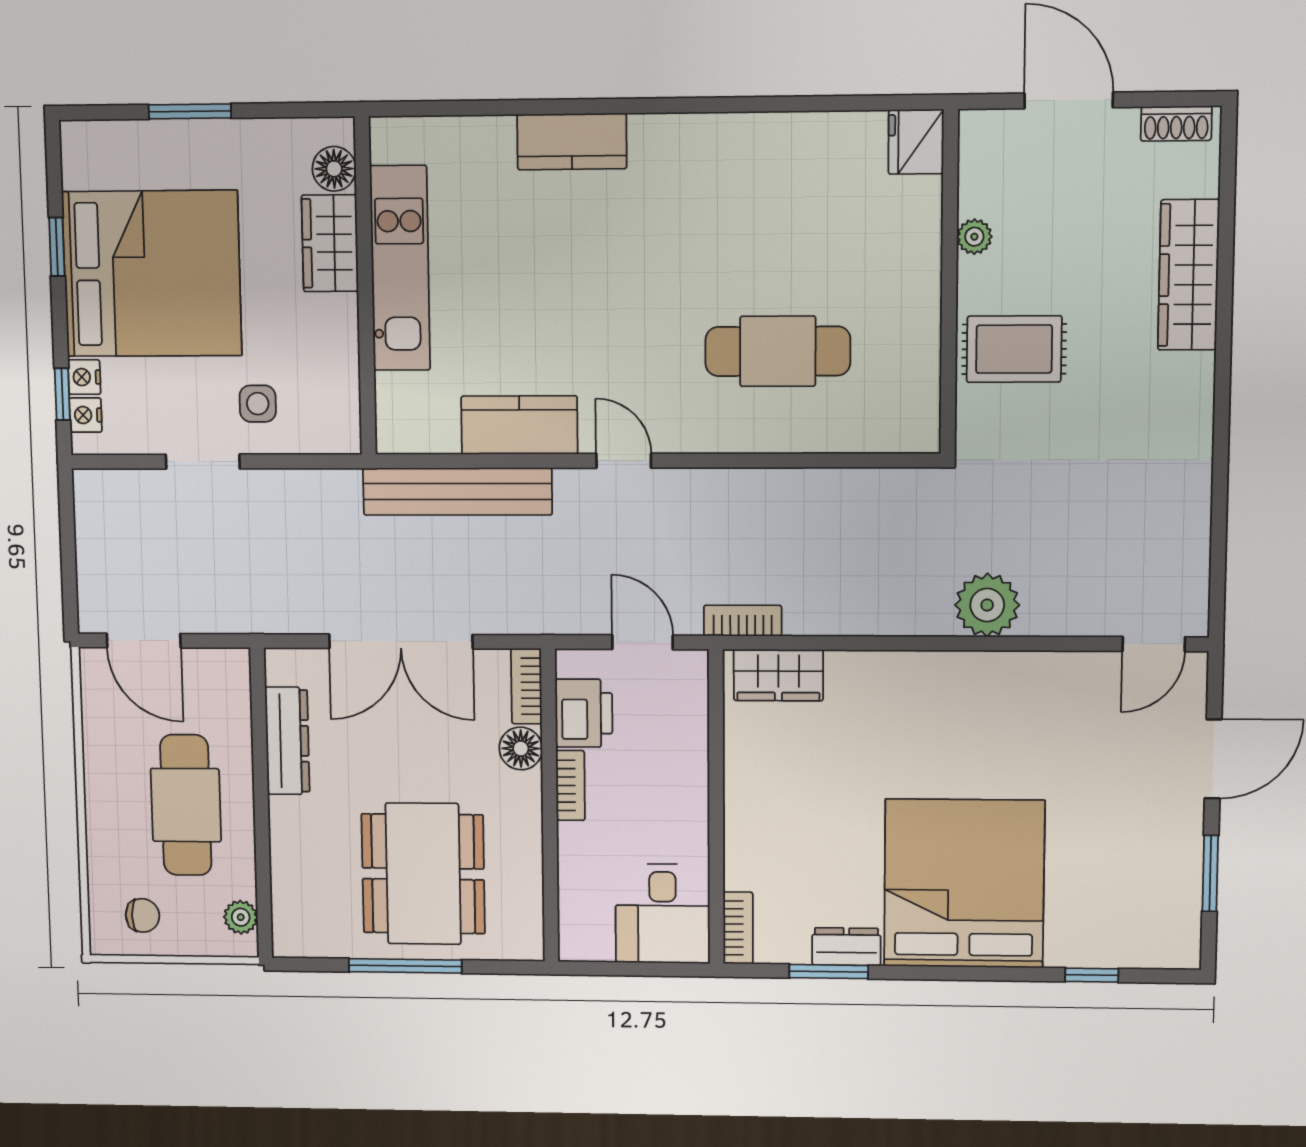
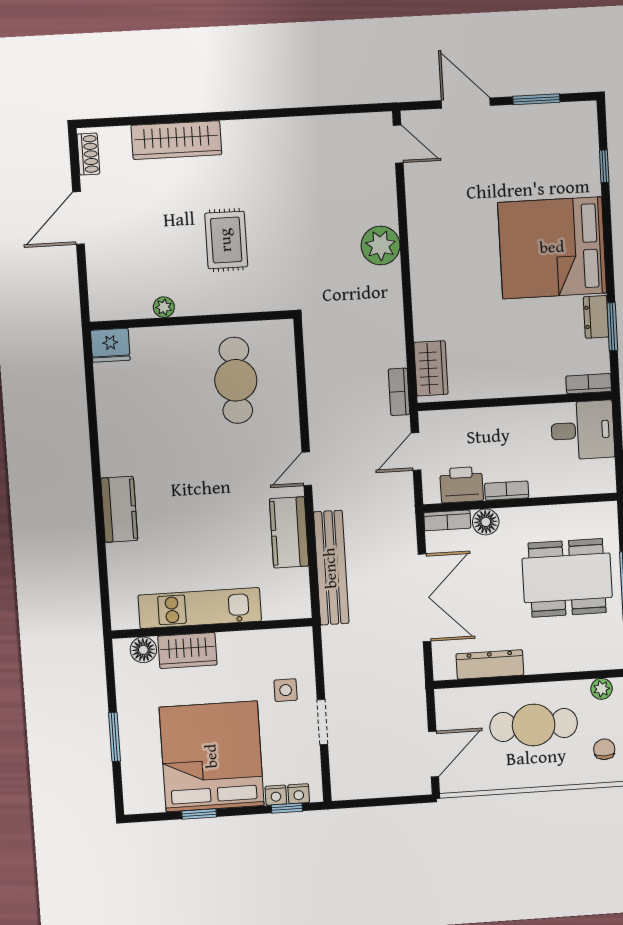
fridge: (916, 142) -> (110, 345), moved
plant: (974, 237) -> (164, 307), moved
wall: (949, 283) -> (192, 320), moved

